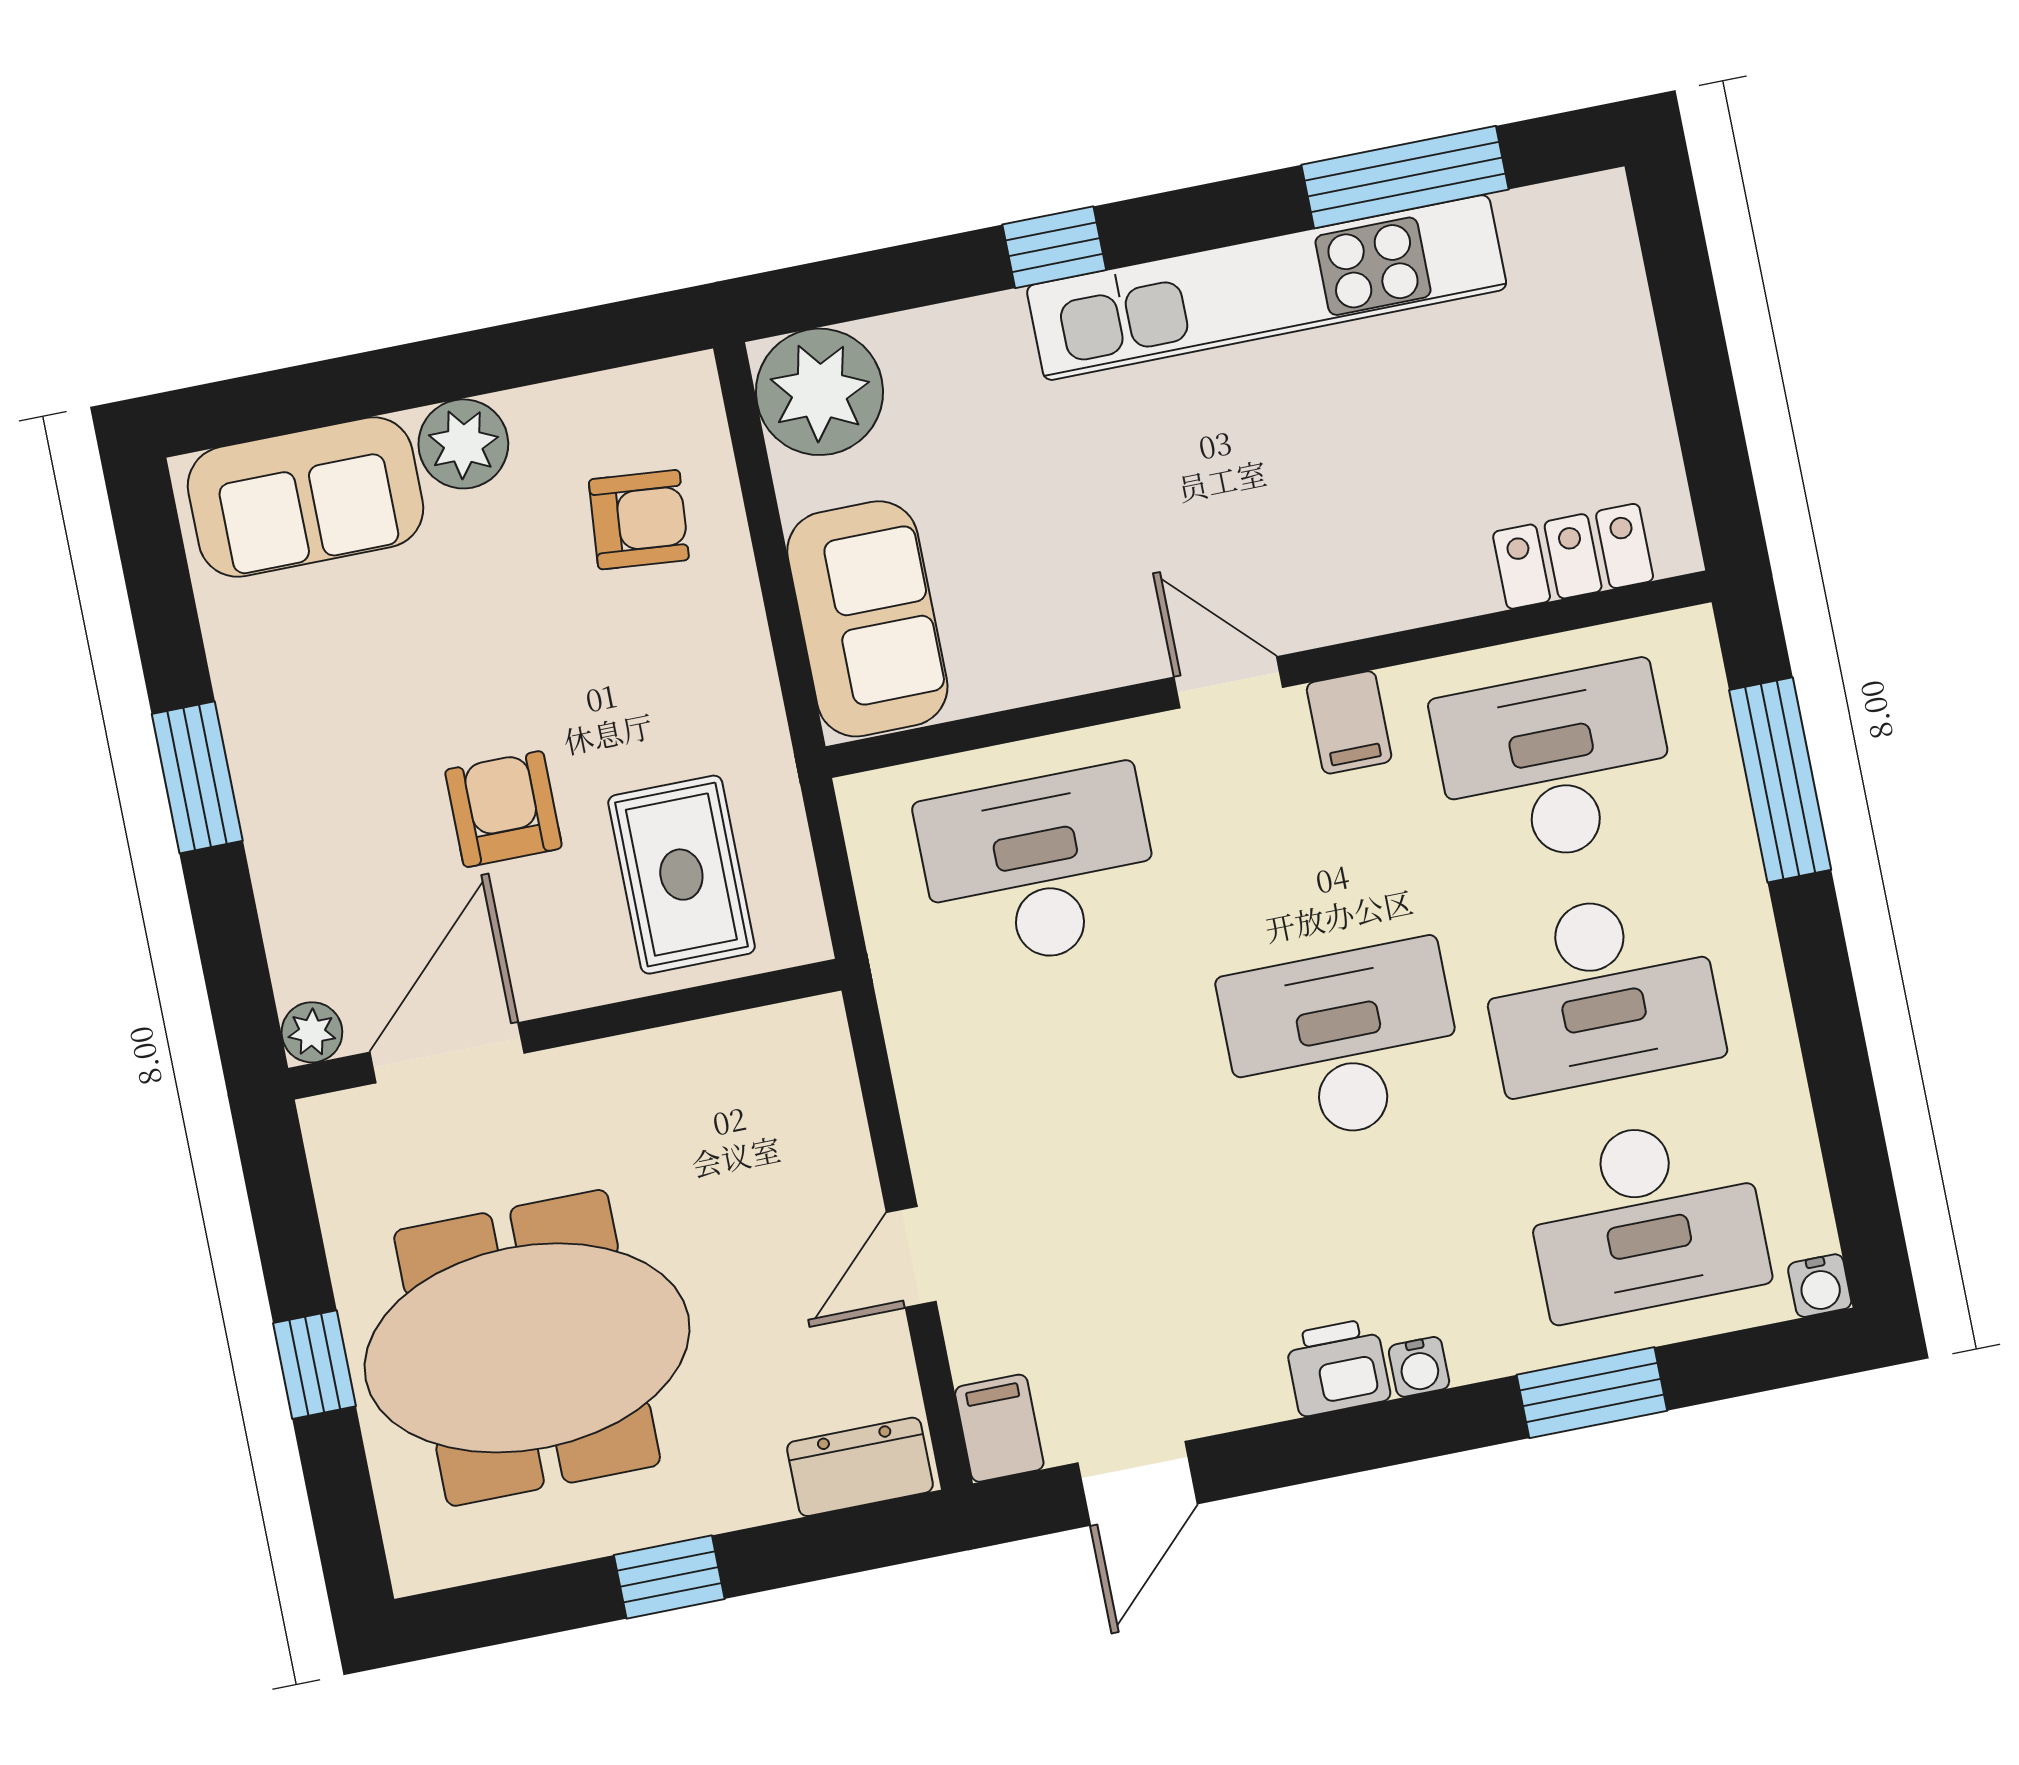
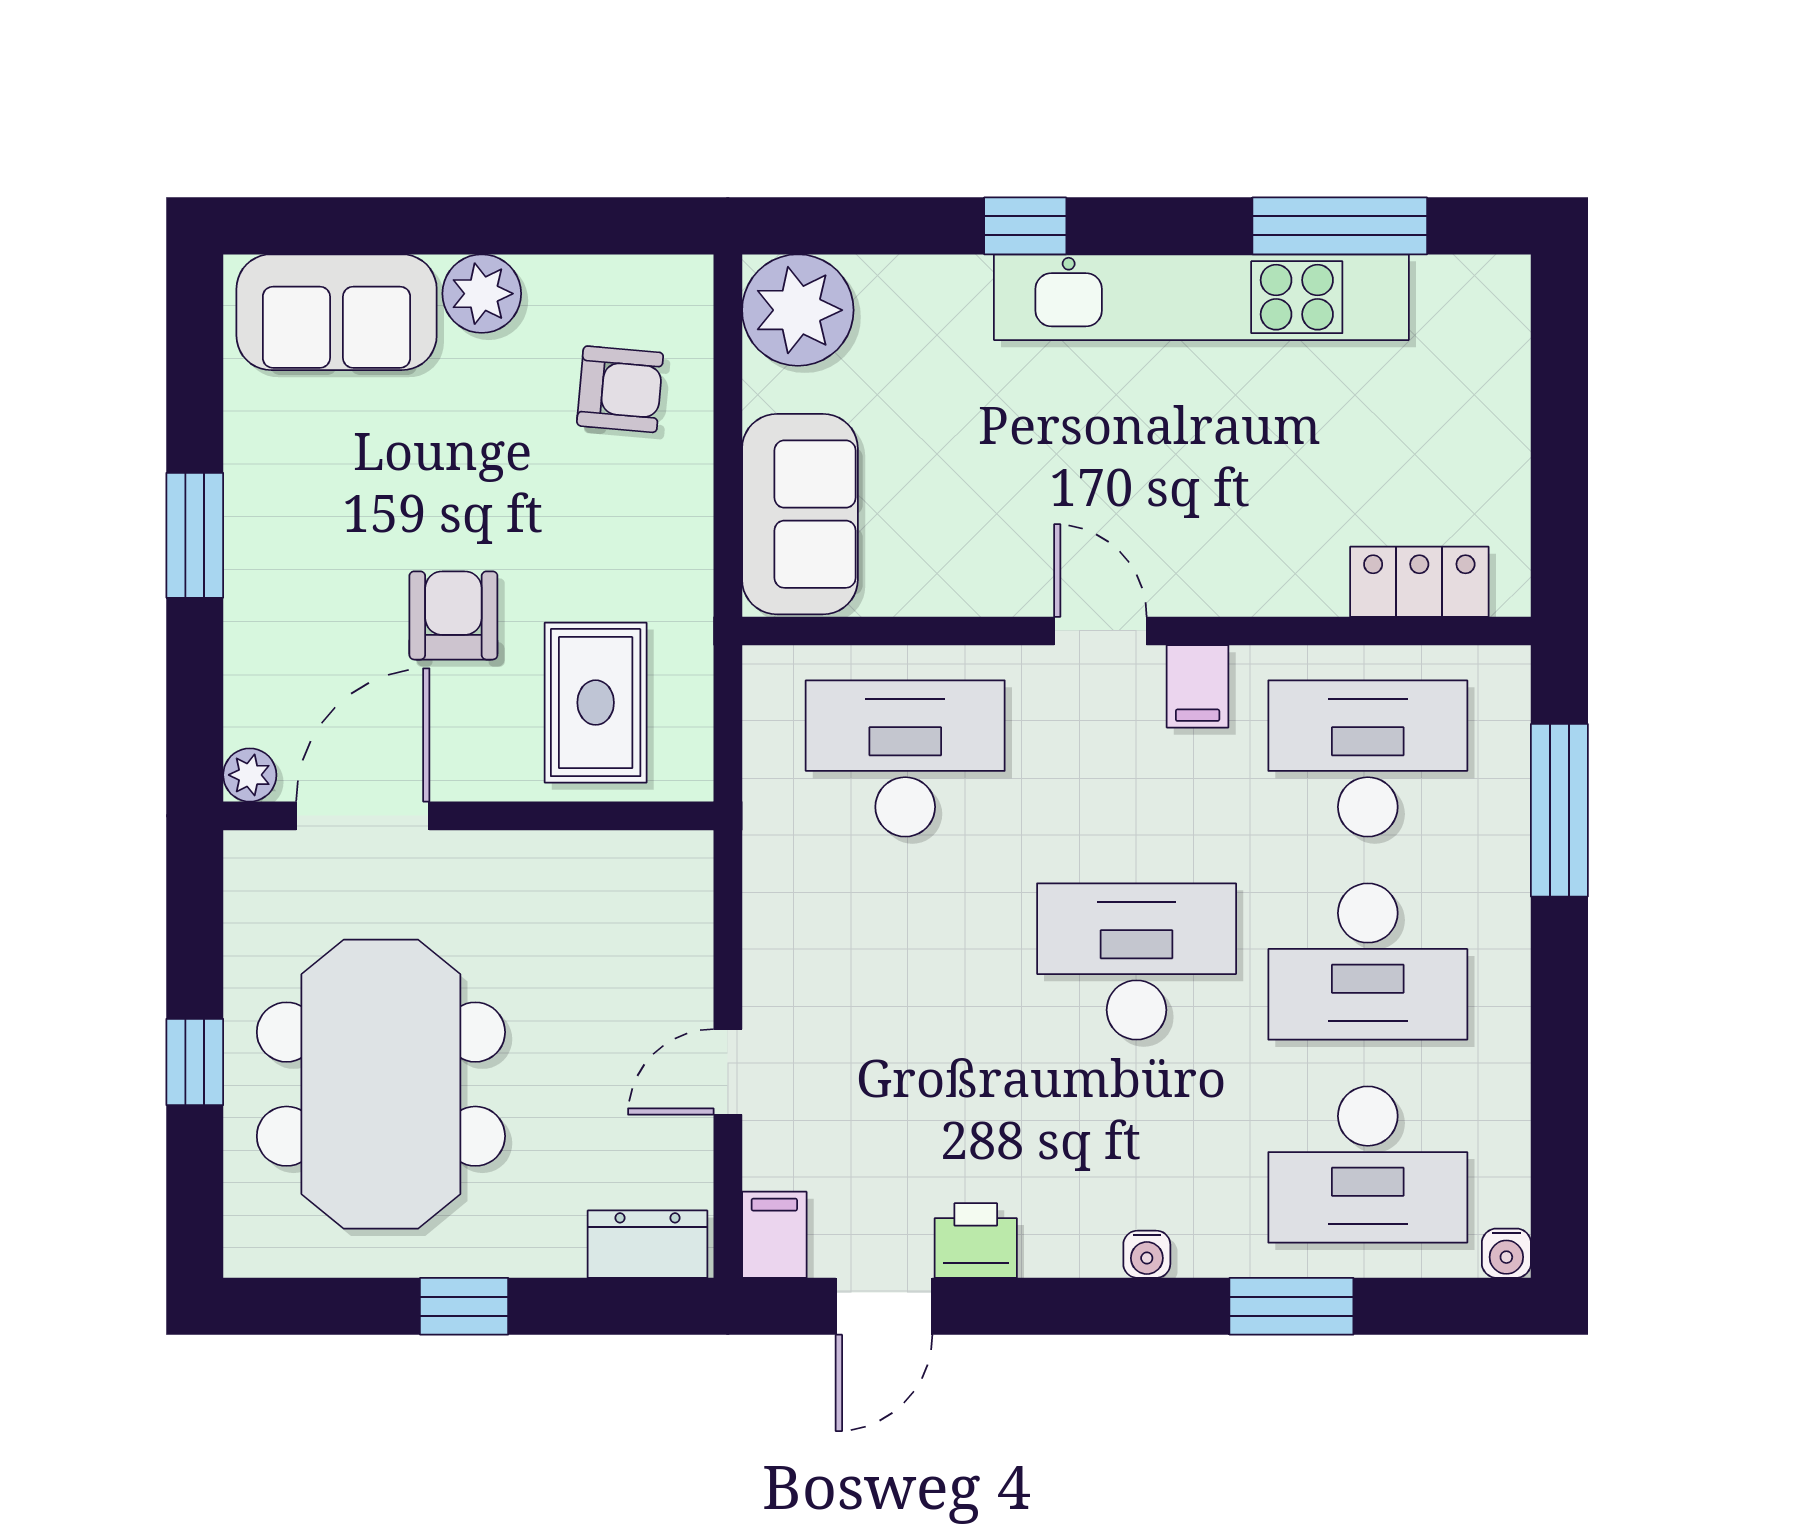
meeting table: (527, 1348) -> (381, 1084), turned 90
printer: (1338, 1367) -> (976, 1240), moved

